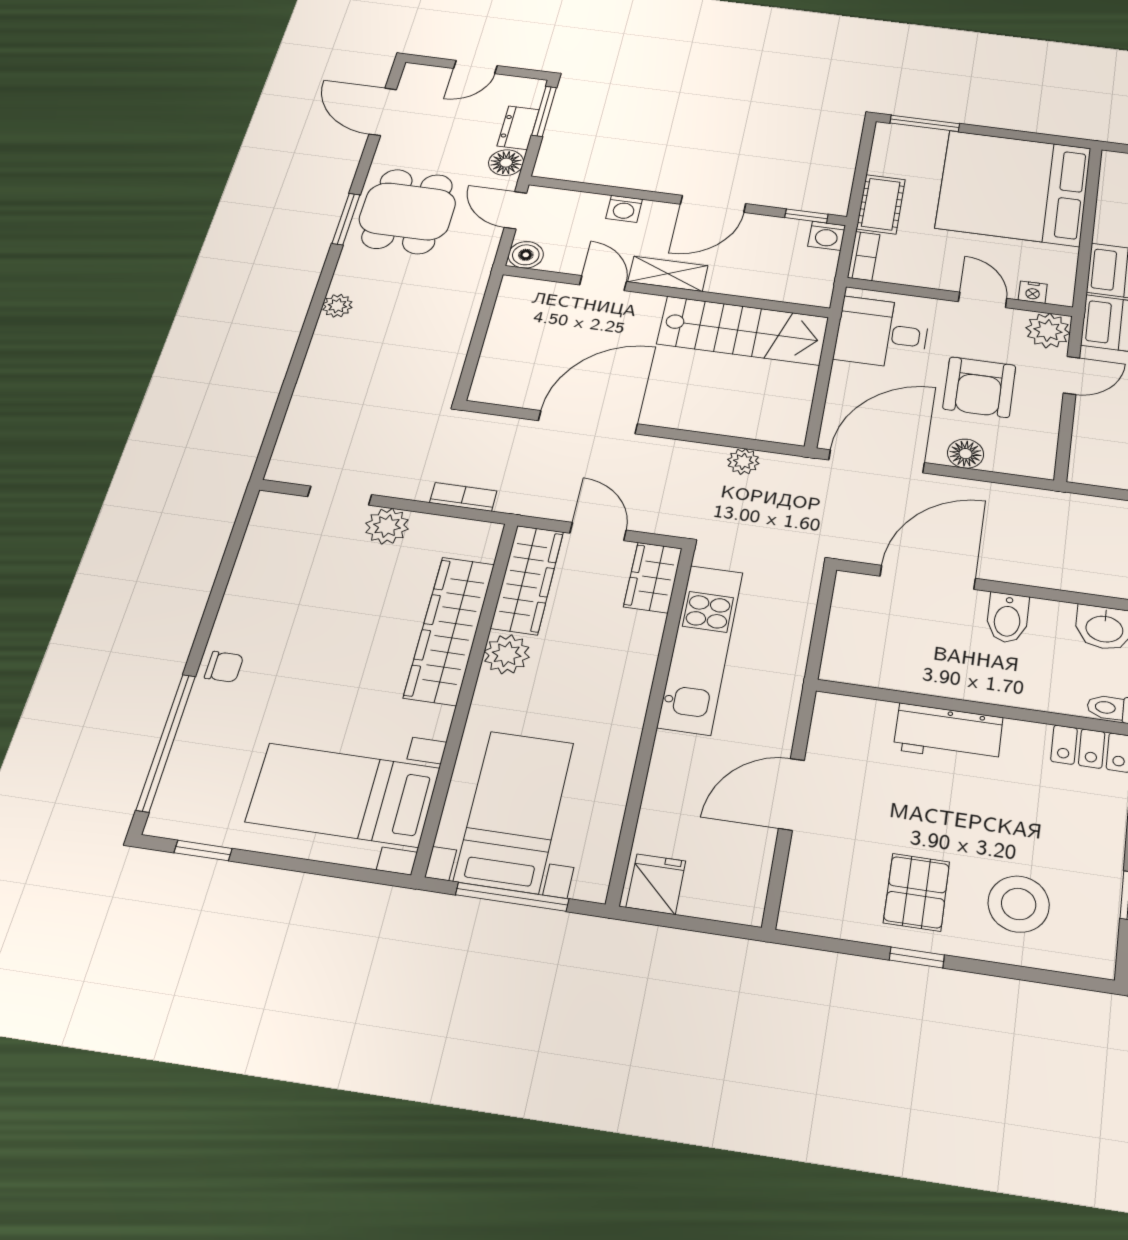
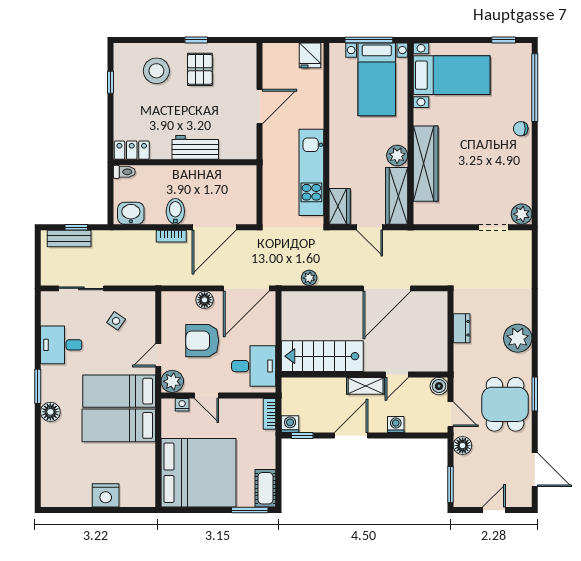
dresser: (518, 128) -> (462, 328), moved
cot: (881, 204) -> (265, 488), moved
door: (603, 283) -> (397, 374), hinge flipped
plant: (337, 306) -> (518, 338), width x1.87, depth x1.87
armchair: (979, 387) -> (202, 341), turned -90
bookcase: (463, 497) -> (171, 236), moved
plant: (387, 526) -> (522, 214), moved

